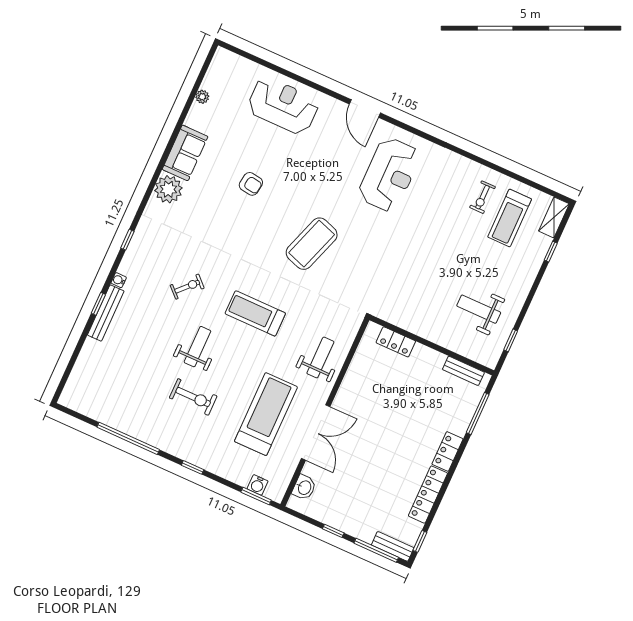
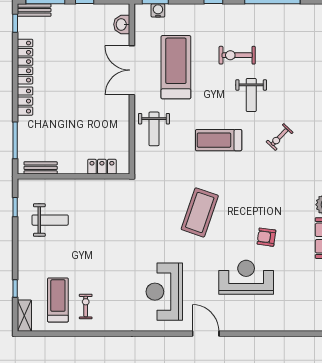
reception desk: (283, 106) -> (246, 277), moved, turned 180
treadmill: (255, 313) -> (219, 140), turned 180
treadmill: (266, 414) -> (176, 67), turned 180

